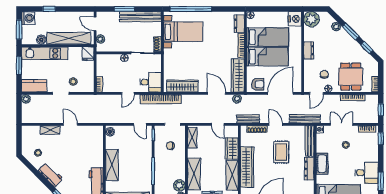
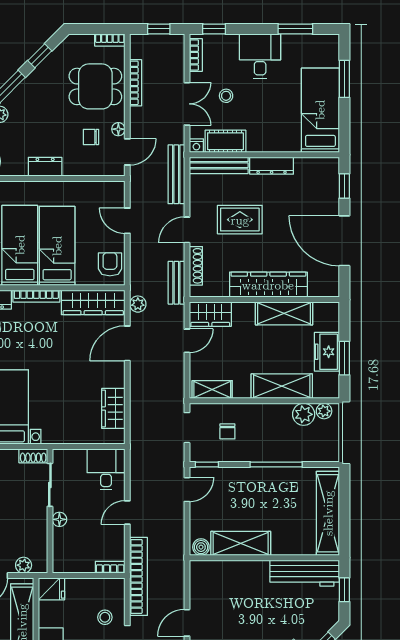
wardrobe: (182, 86) -> (113, 408), width x0.67
door: (128, 93) -> (127, 513), swing flipped
door: (281, 93) -> (127, 221), width x0.53
door: (316, 93) -> (127, 152), hinge flipped
bookcase: (160, 99) -> (139, 576), moved
double door: (342, 124) -> (187, 104), swing flipped
wardrobe: (232, 148) -> (210, 314), moved
cot: (322, 164) -> (225, 141), moved
shelving: (112, 165) -> (241, 543), moved
desk: (367, 173) -> (260, 56), moved

